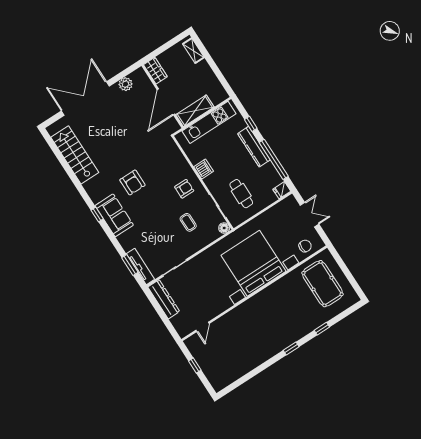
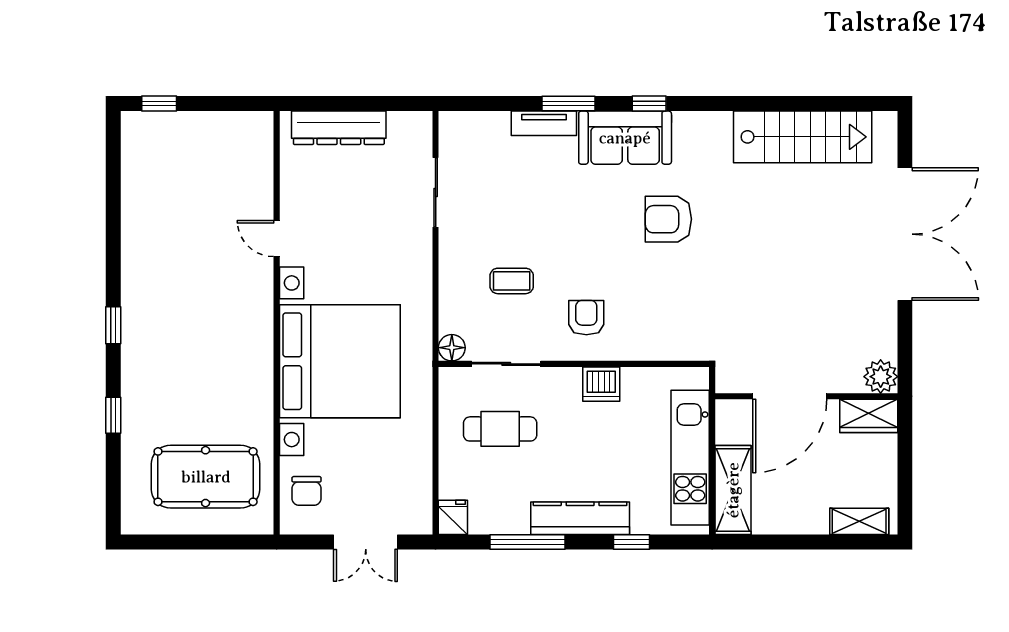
plant: (126, 84) -> (881, 377), moved
door: (166, 102) -> (790, 396), swing flipped
shelving: (195, 111) -> (733, 490), moved
window: (274, 159) -> (528, 542), width x0.68
armchair: (184, 189) -> (586, 318), turned 180
window: (130, 265) -> (569, 104), moved
tv unit: (140, 266) -> (544, 123), moved, width x0.71
dresser: (164, 299) -> (339, 128), moved
door: (202, 327) -> (277, 239), moved
window: (195, 365) -> (159, 104), moved

